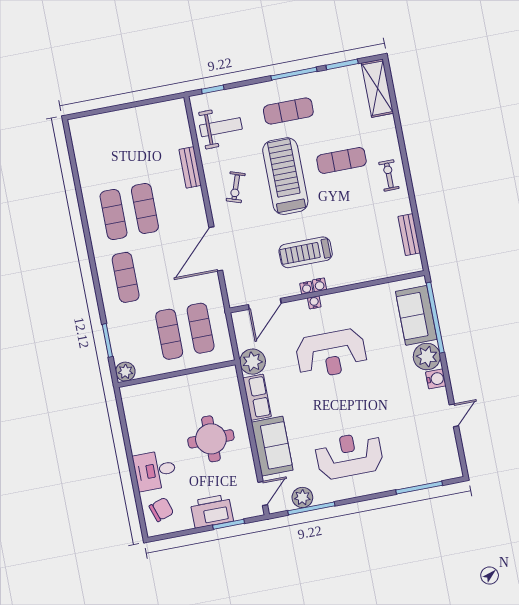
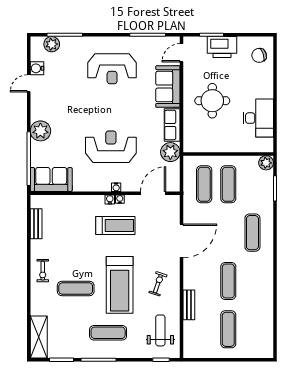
weight bench: (221, 127) -> (160, 330), turned 90
exercise mat: (114, 215) -> (228, 329), moved
sofa: (416, 315) -> (51, 180), moved, turned -90
water cooler: (436, 379) -> (37, 68), moved
desk: (155, 471) -> (258, 118), moved, width x1.37
plant: (302, 497) -> (52, 44), moved

